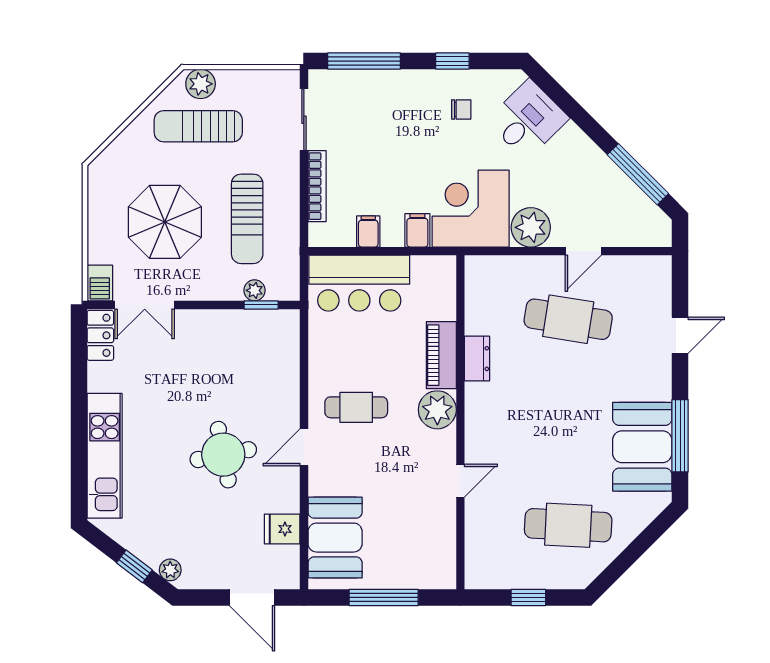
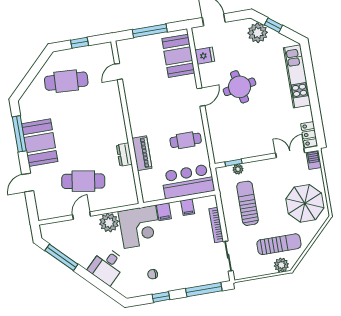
desk: (528, 120) -> (107, 266), moved
parasol: (165, 222) -> (305, 203), moved
cafe table: (356, 407) -> (186, 140), moved
plant: (437, 410) -> (139, 126), removed
booth: (642, 447) -> (40, 143), moved
door: (460, 481) -> (118, 72), moved
plant: (170, 570) -> (258, 33), width x1.87, depth x1.87

